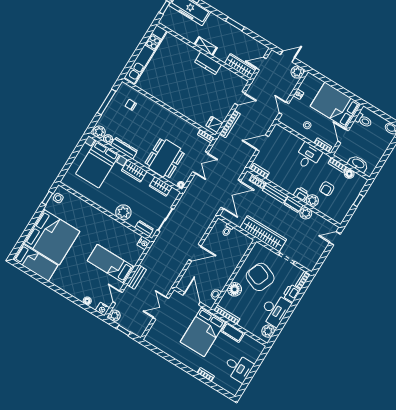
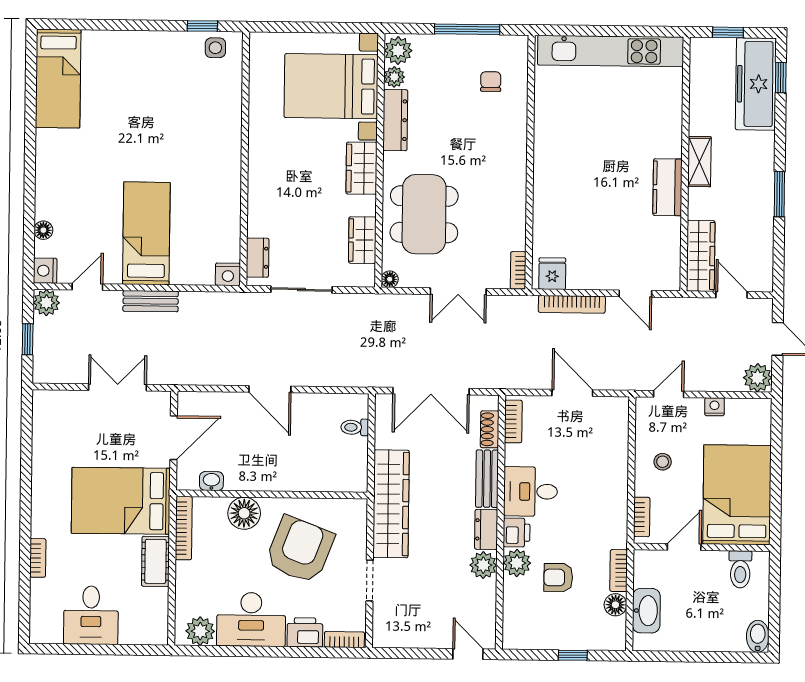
desk: (308, 156) -> (531, 492), moved, turned 180
dining table: (165, 158) -> (424, 214), turned 90
plant: (123, 212) -> (265, 196), removed
bed: (51, 237) -> (129, 81), removed

